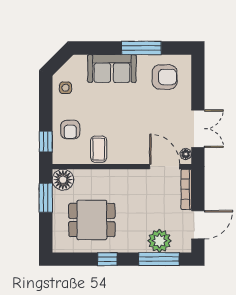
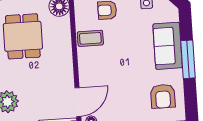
window: (141, 48) -> (188, 59), moved

